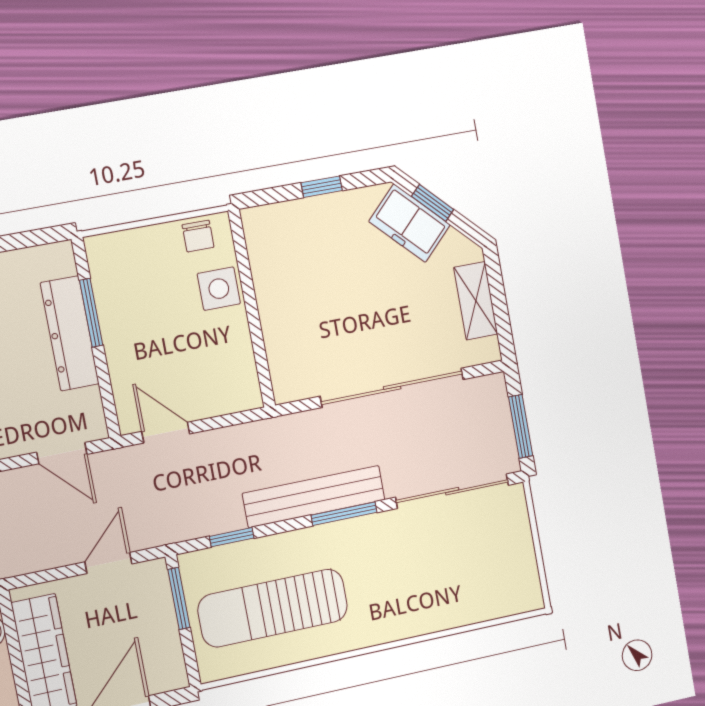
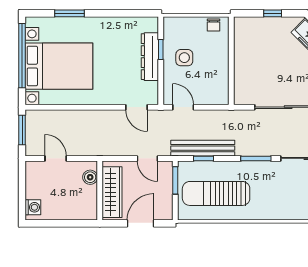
side table: (219, 289) -> (184, 58), moved
window: (91, 313) -> (161, 50), width x0.67
bench: (314, 497) -> (203, 148), moved
door: (108, 563) -> (147, 158), swing flipped

